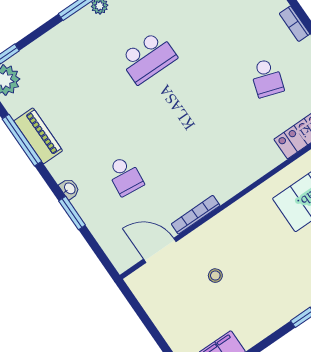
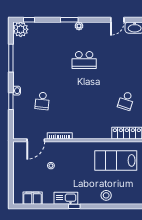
piano: (38, 136) -> (19, 61), removed
door: (160, 250) -> (36, 140), swing flipped
kitchen sink: (279, 313) -> (66, 198), added

